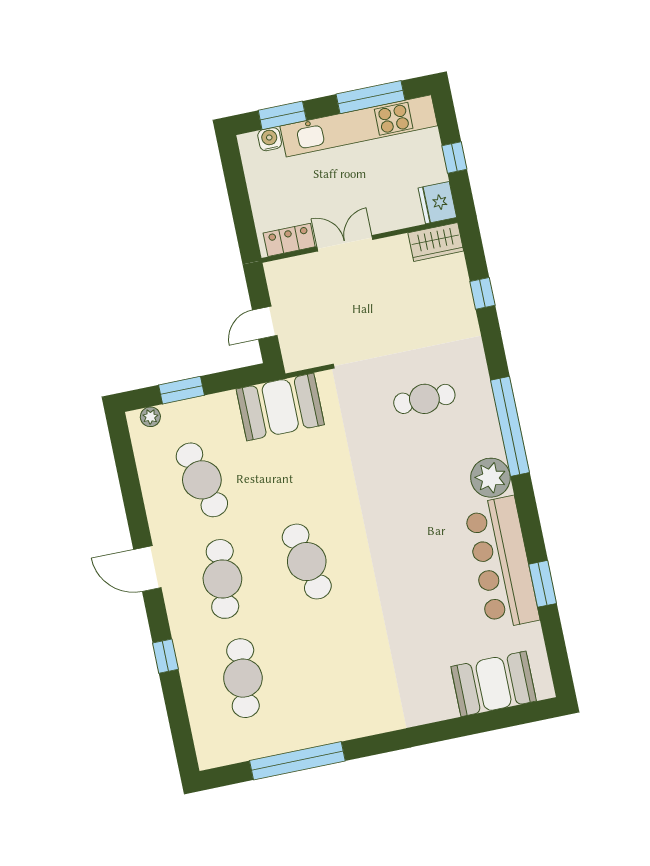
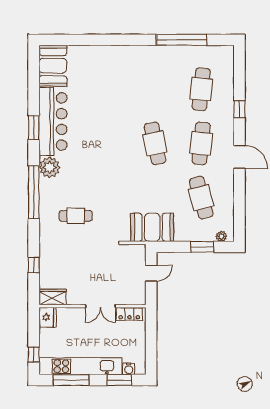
window: (454, 157) -> (34, 355), moved
window: (543, 584) -> (34, 127), moved
booth: (494, 684) -> (53, 66), moved, turned 90

